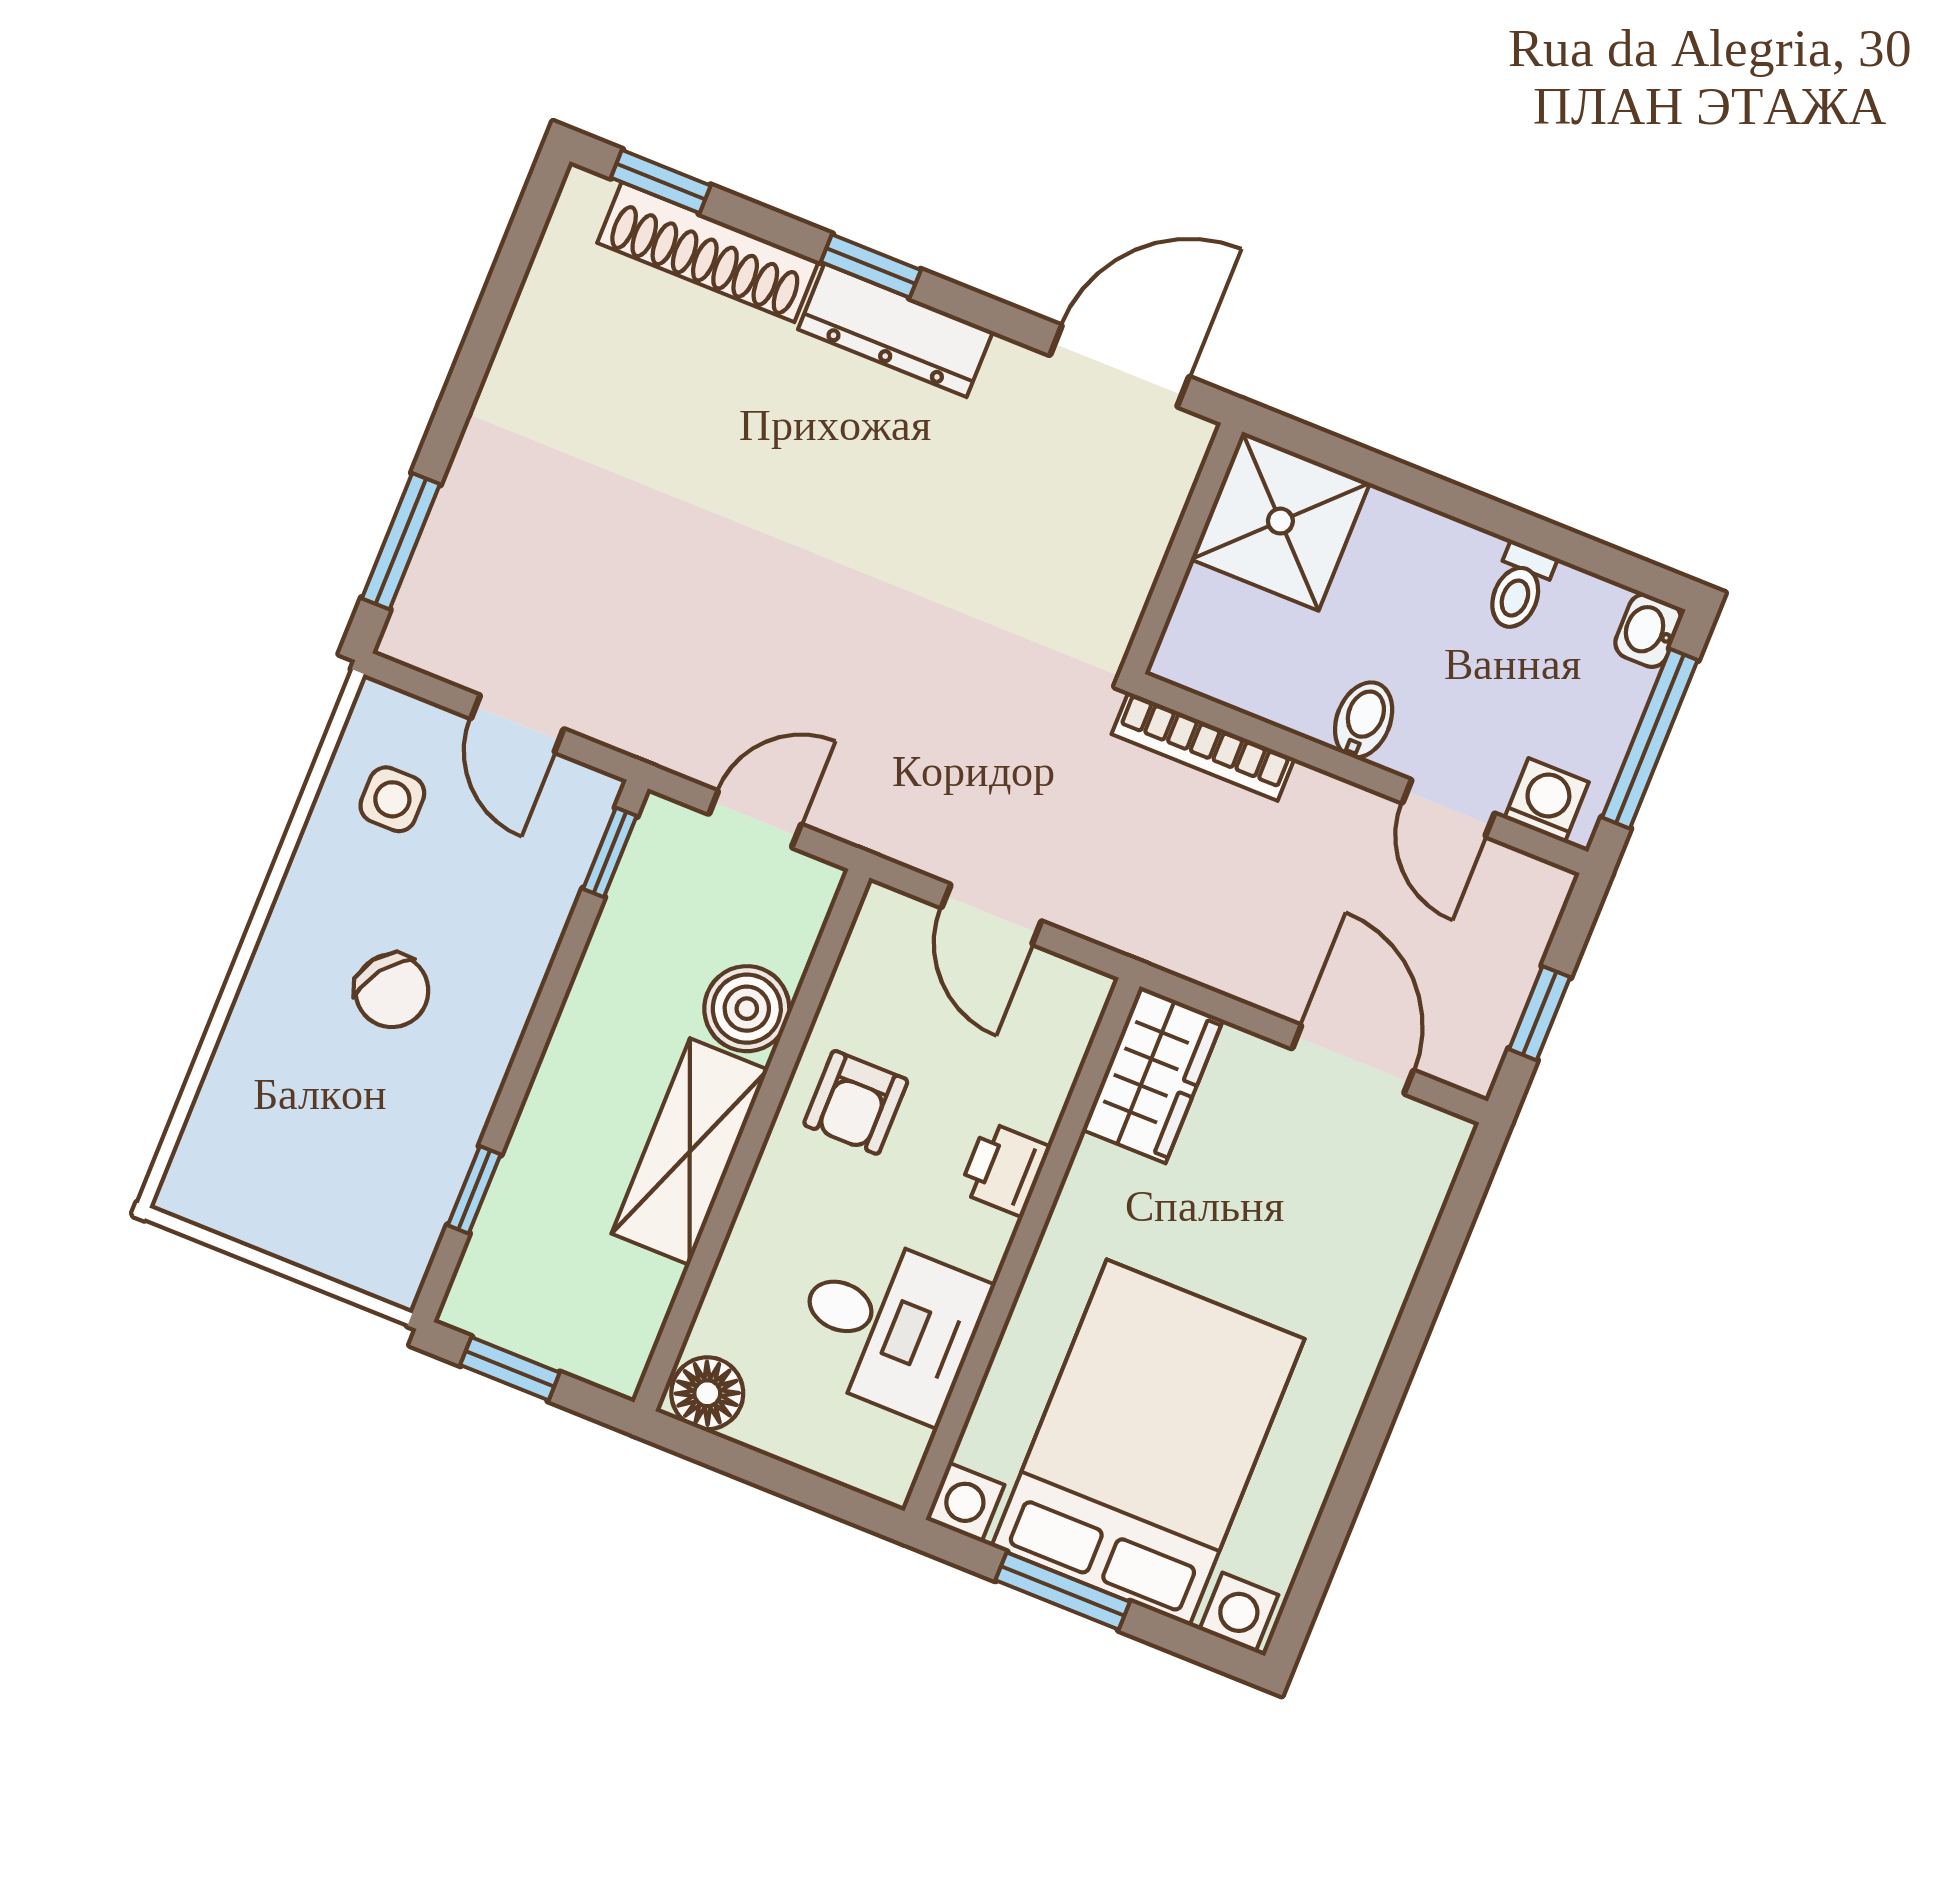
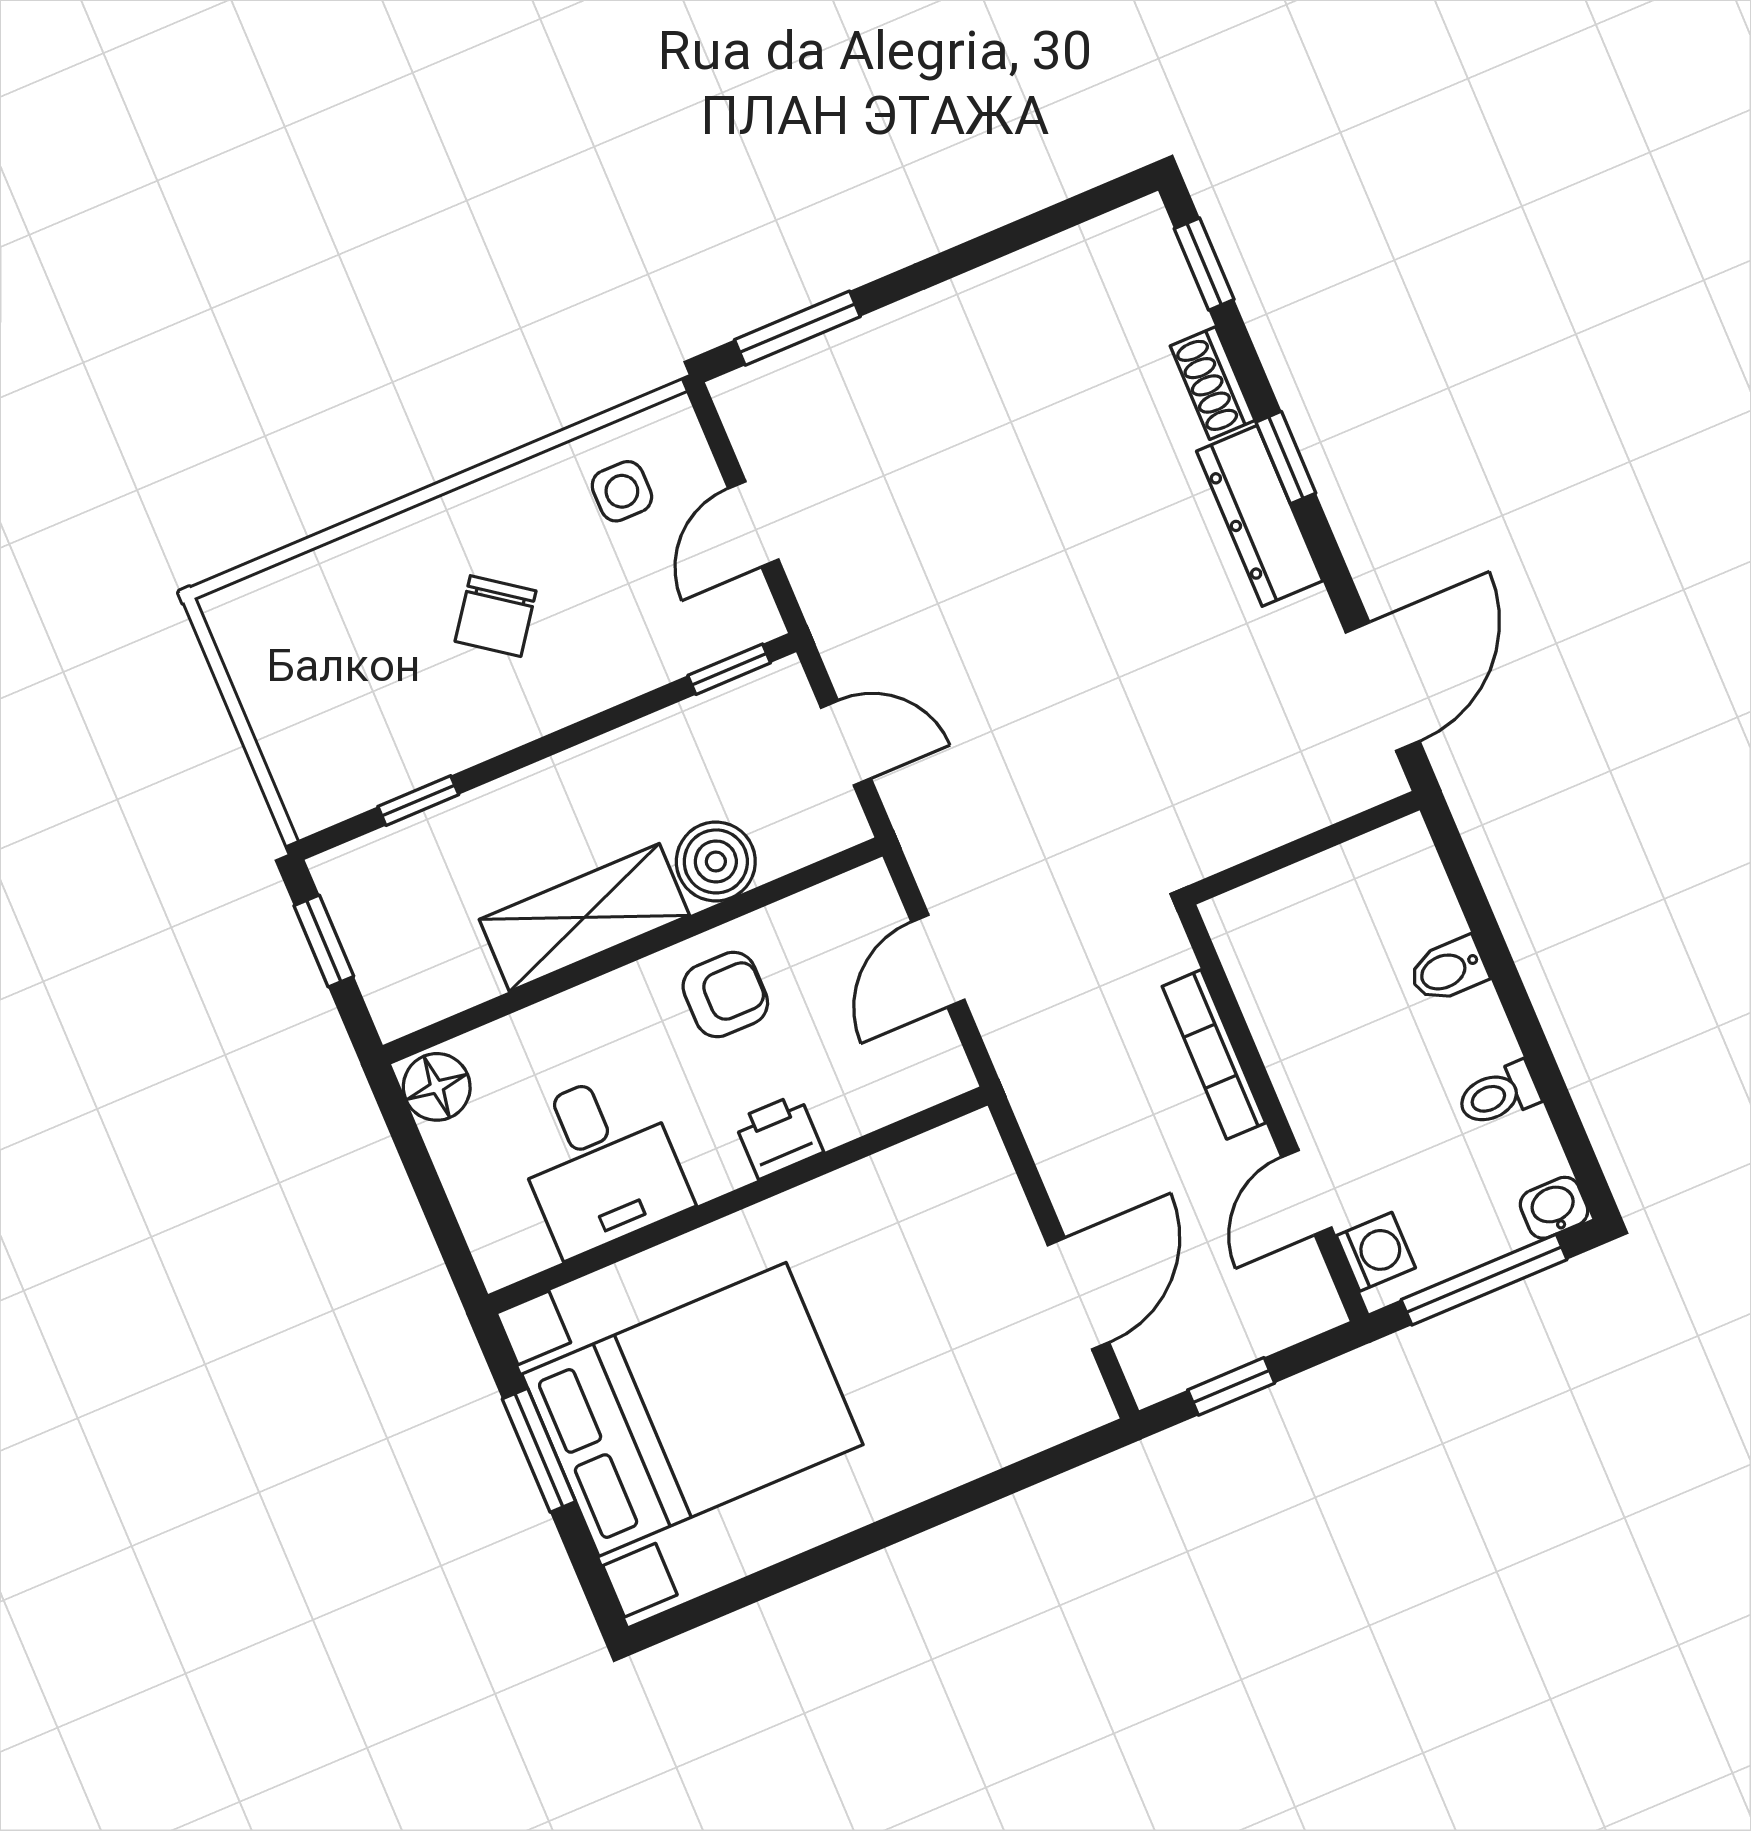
shoe rack: (708, 252) -> (1213, 383), width x0.51, depth x0.81
door: (1119, 366) -> (1383, 687), hinge flipped
shower: (1280, 521) -> (1386, 894), removed
bidet: (1364, 720) -> (1448, 970), moved, turned 180
bookcase: (1203, 746) -> (1214, 1055), moved
wardrobe: (1153, 1075) -> (938, 1172), removed
armchair: (856, 1102) -> (725, 995), turned 180

